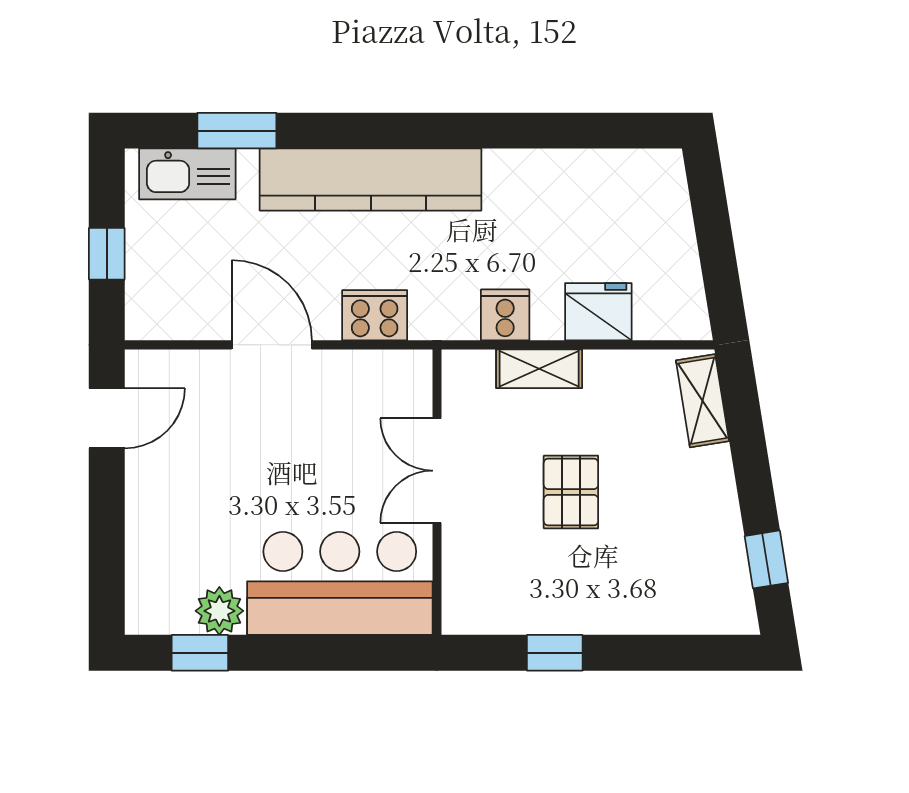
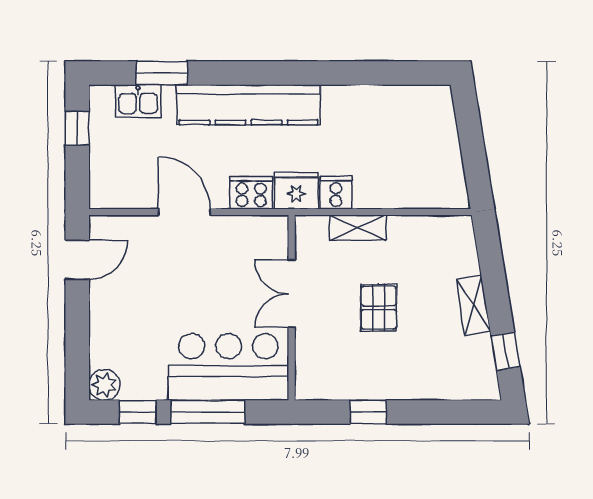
kitchen sink: (187, 174) -> (138, 101), width x0.73
window: (107, 254) -> (77, 128), moved
fridge: (598, 312) -> (296, 191), moved
shelving: (703, 401) -> (473, 305), moved
plant: (219, 611) -> (104, 385), moved
window: (308, 653) -> (208, 412), added

